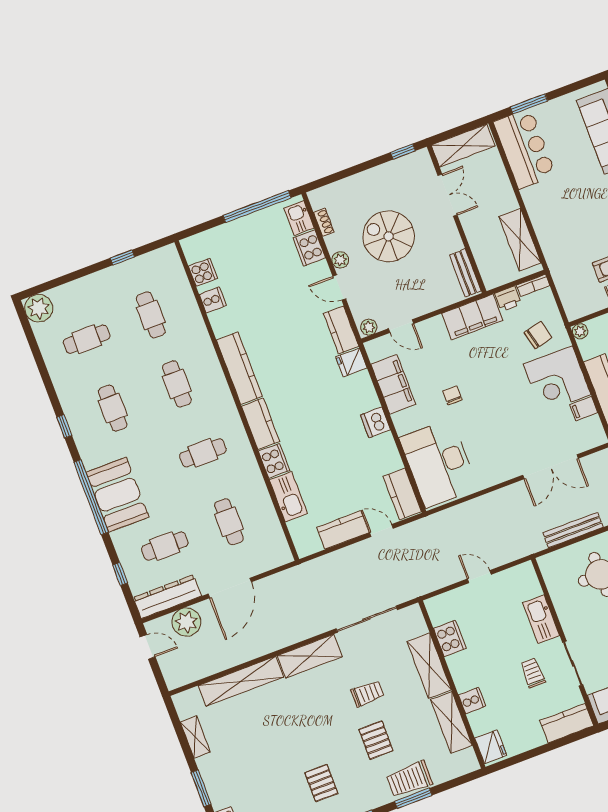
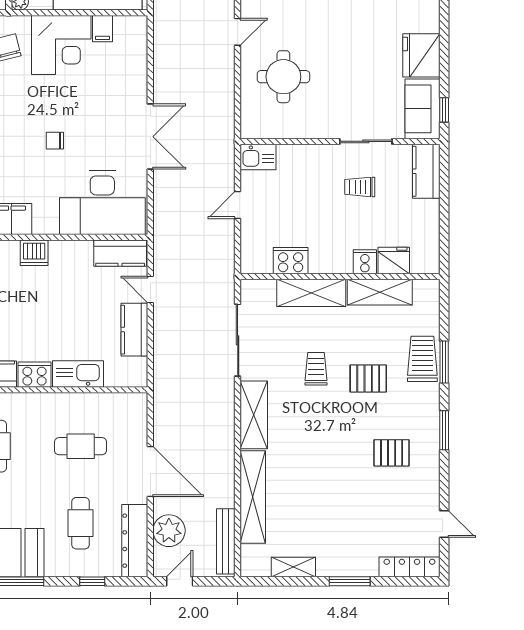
chair: (452, 395) -> (55, 141), moved
double door: (550, 467) -> (150, 137), moved
bench: (573, 530) -> (226, 541), moved
door: (381, 531) -> (150, 290), hinge flipped
kitchen sink: (541, 619) -> (258, 157), moved, width x0.73
fridge: (491, 747) -> (394, 261), moved
trolley: (409, 779) -> (422, 359), turned 180

